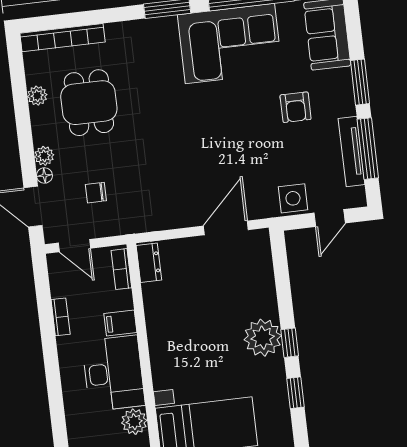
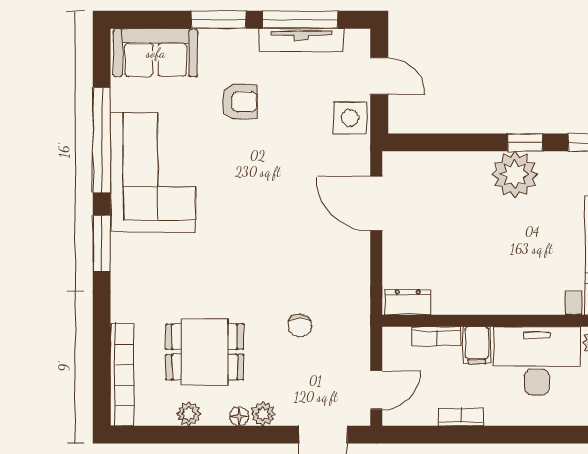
floor lamp: (44, 175) -> (239, 416), moved
chair: (96, 193) -> (300, 325), moved
bookcase: (121, 269) -> (436, 336), moved

